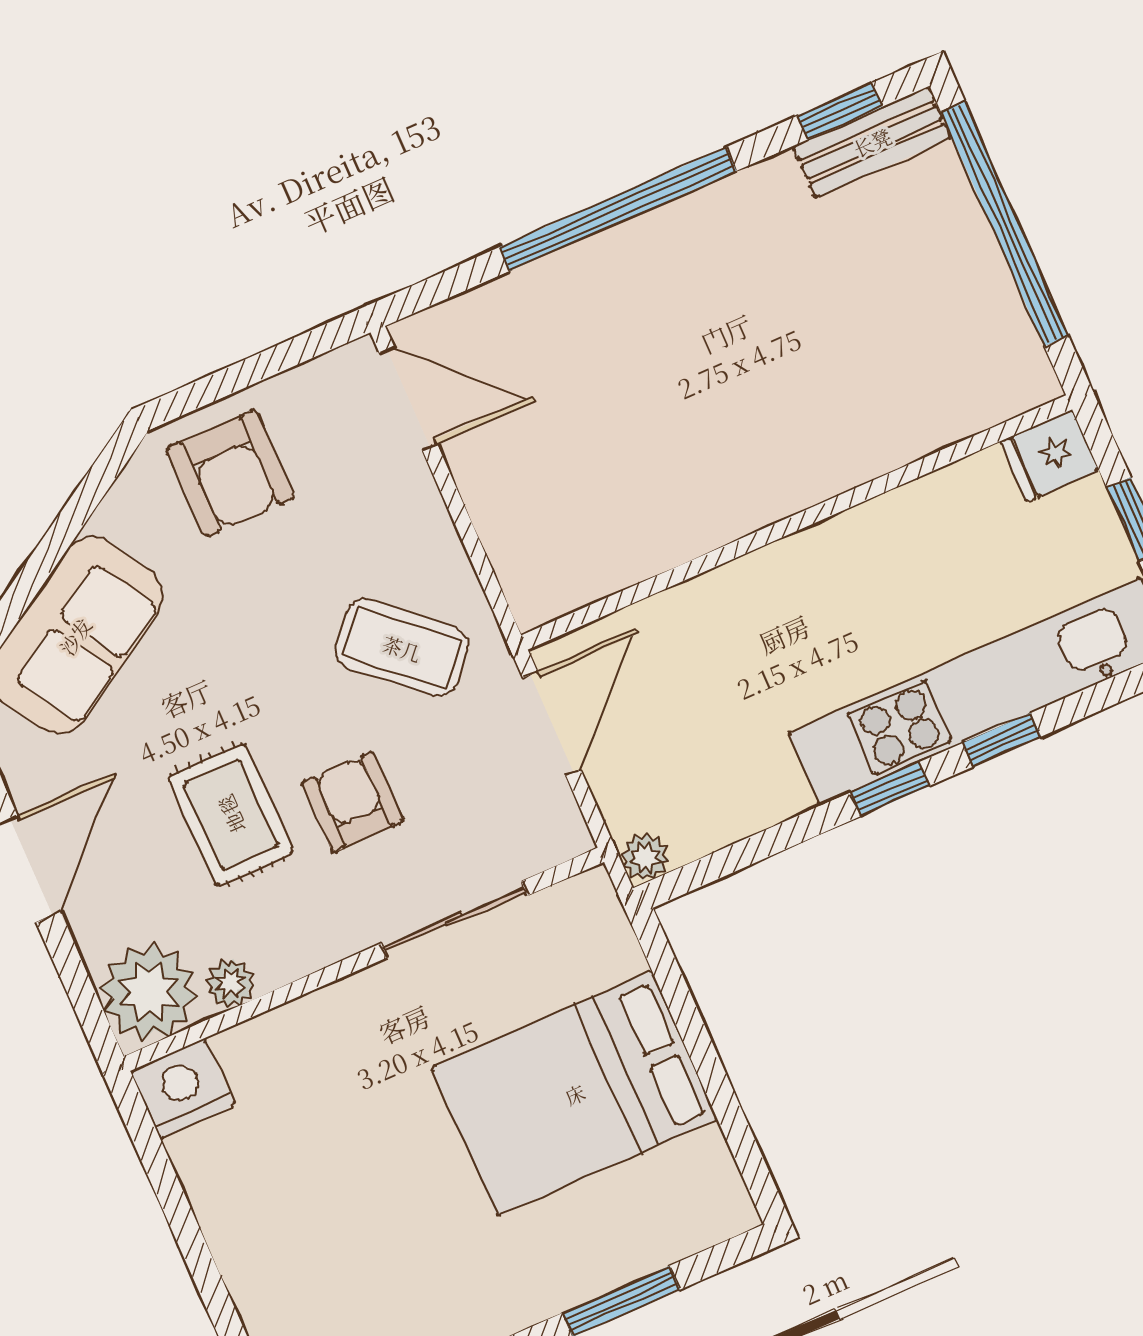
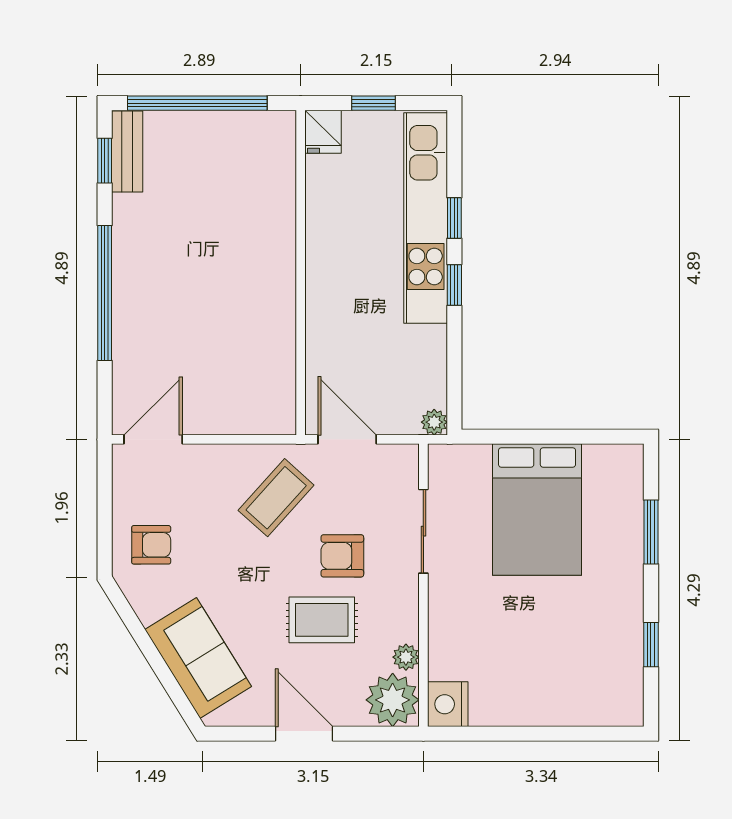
armchair: (230, 473) -> (151, 545), width x0.72, depth x0.72

